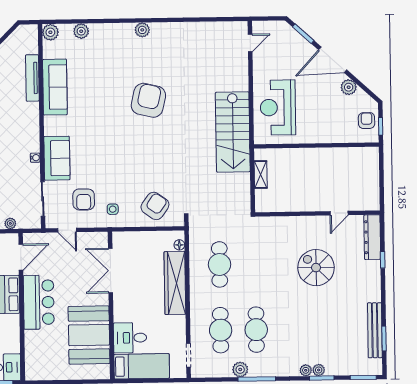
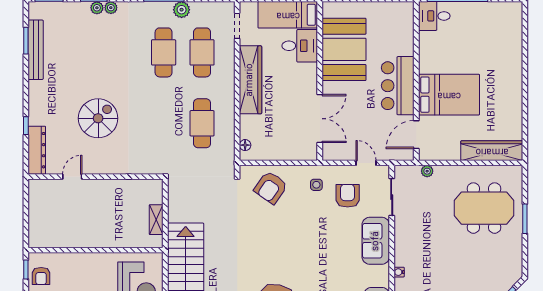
water cooler: (35, 158) -> (399, 272), moved
spiral stairs: (316, 268) -> (98, 118), turned -90
wardrobe: (175, 283) -> (250, 80), moved

